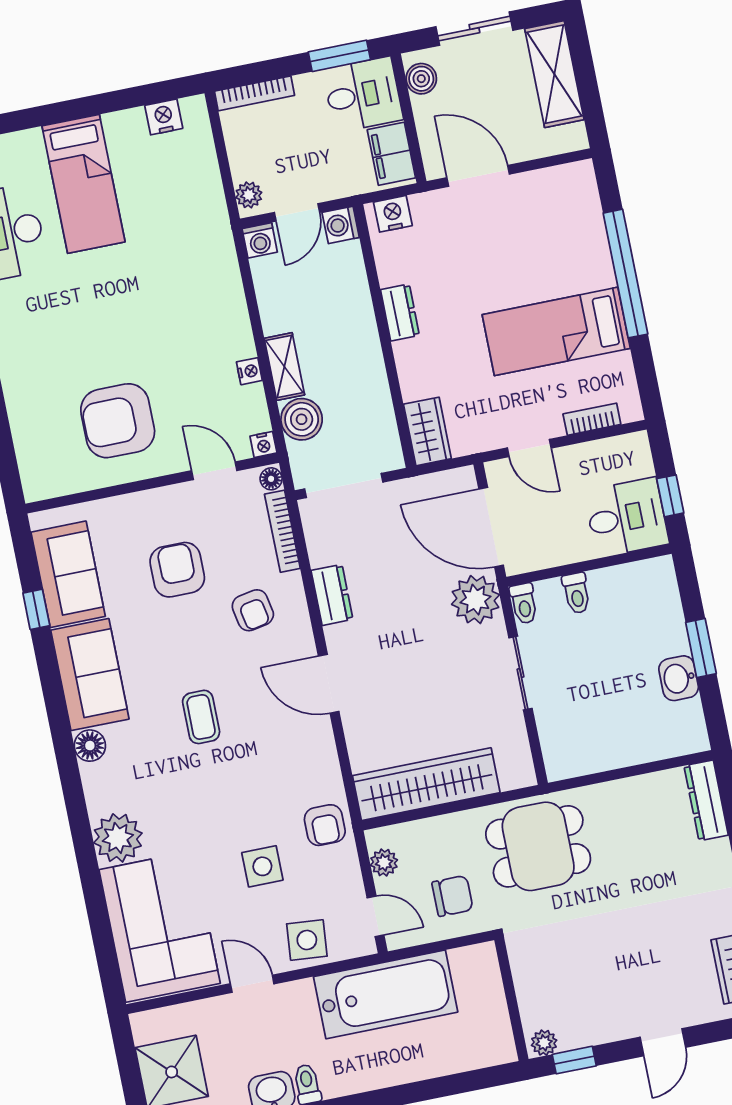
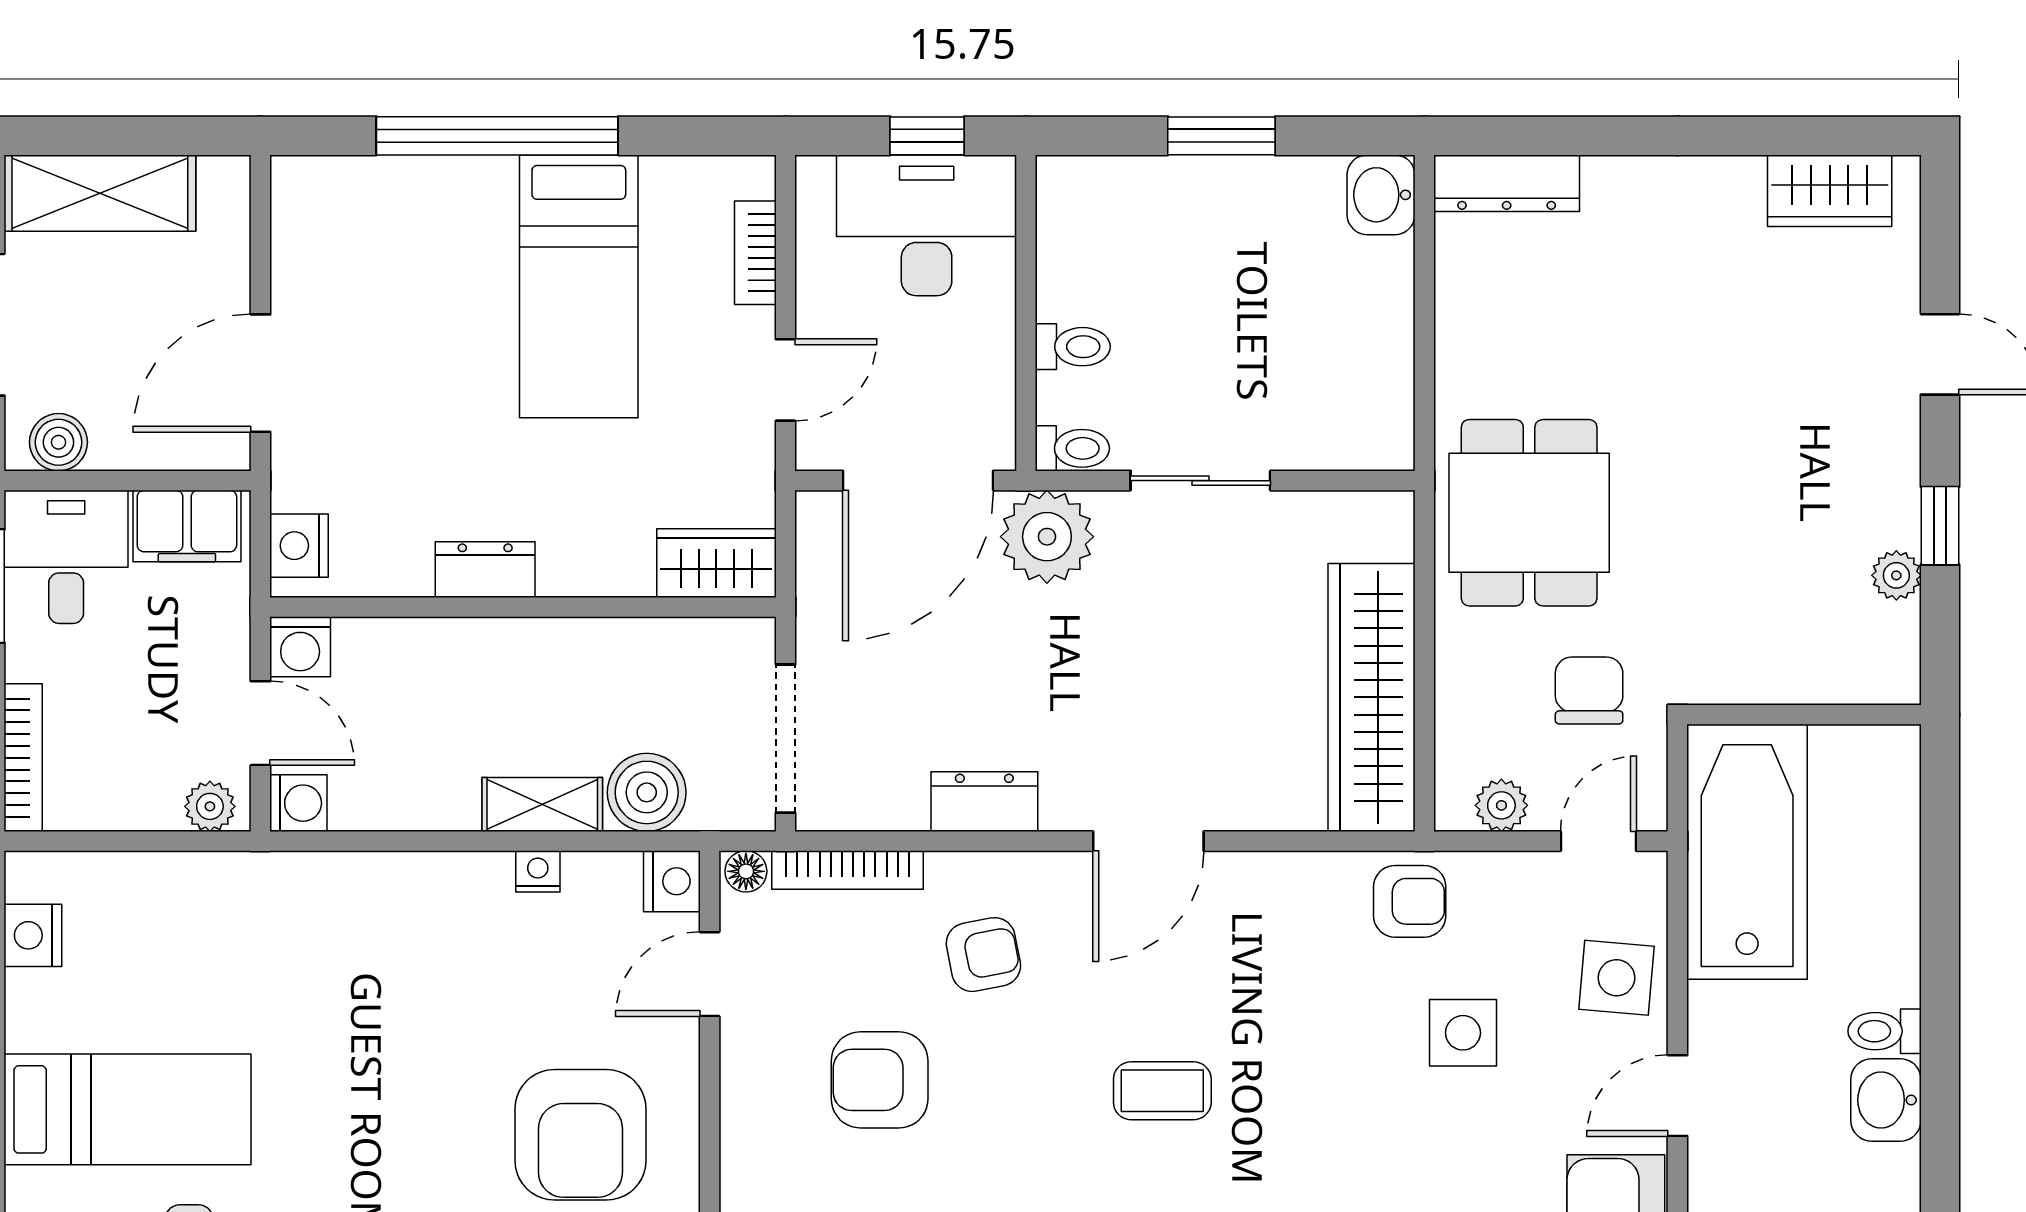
nightstand: (263, 444) -> (672, 881), width x1.39, depth x1.35
desk: (626, 517) -> (927, 225), width x1.37
washbasin: (679, 678) -> (1381, 195), moved, turned 90
wall: (511, 1000) -> (1804, 715), moved

